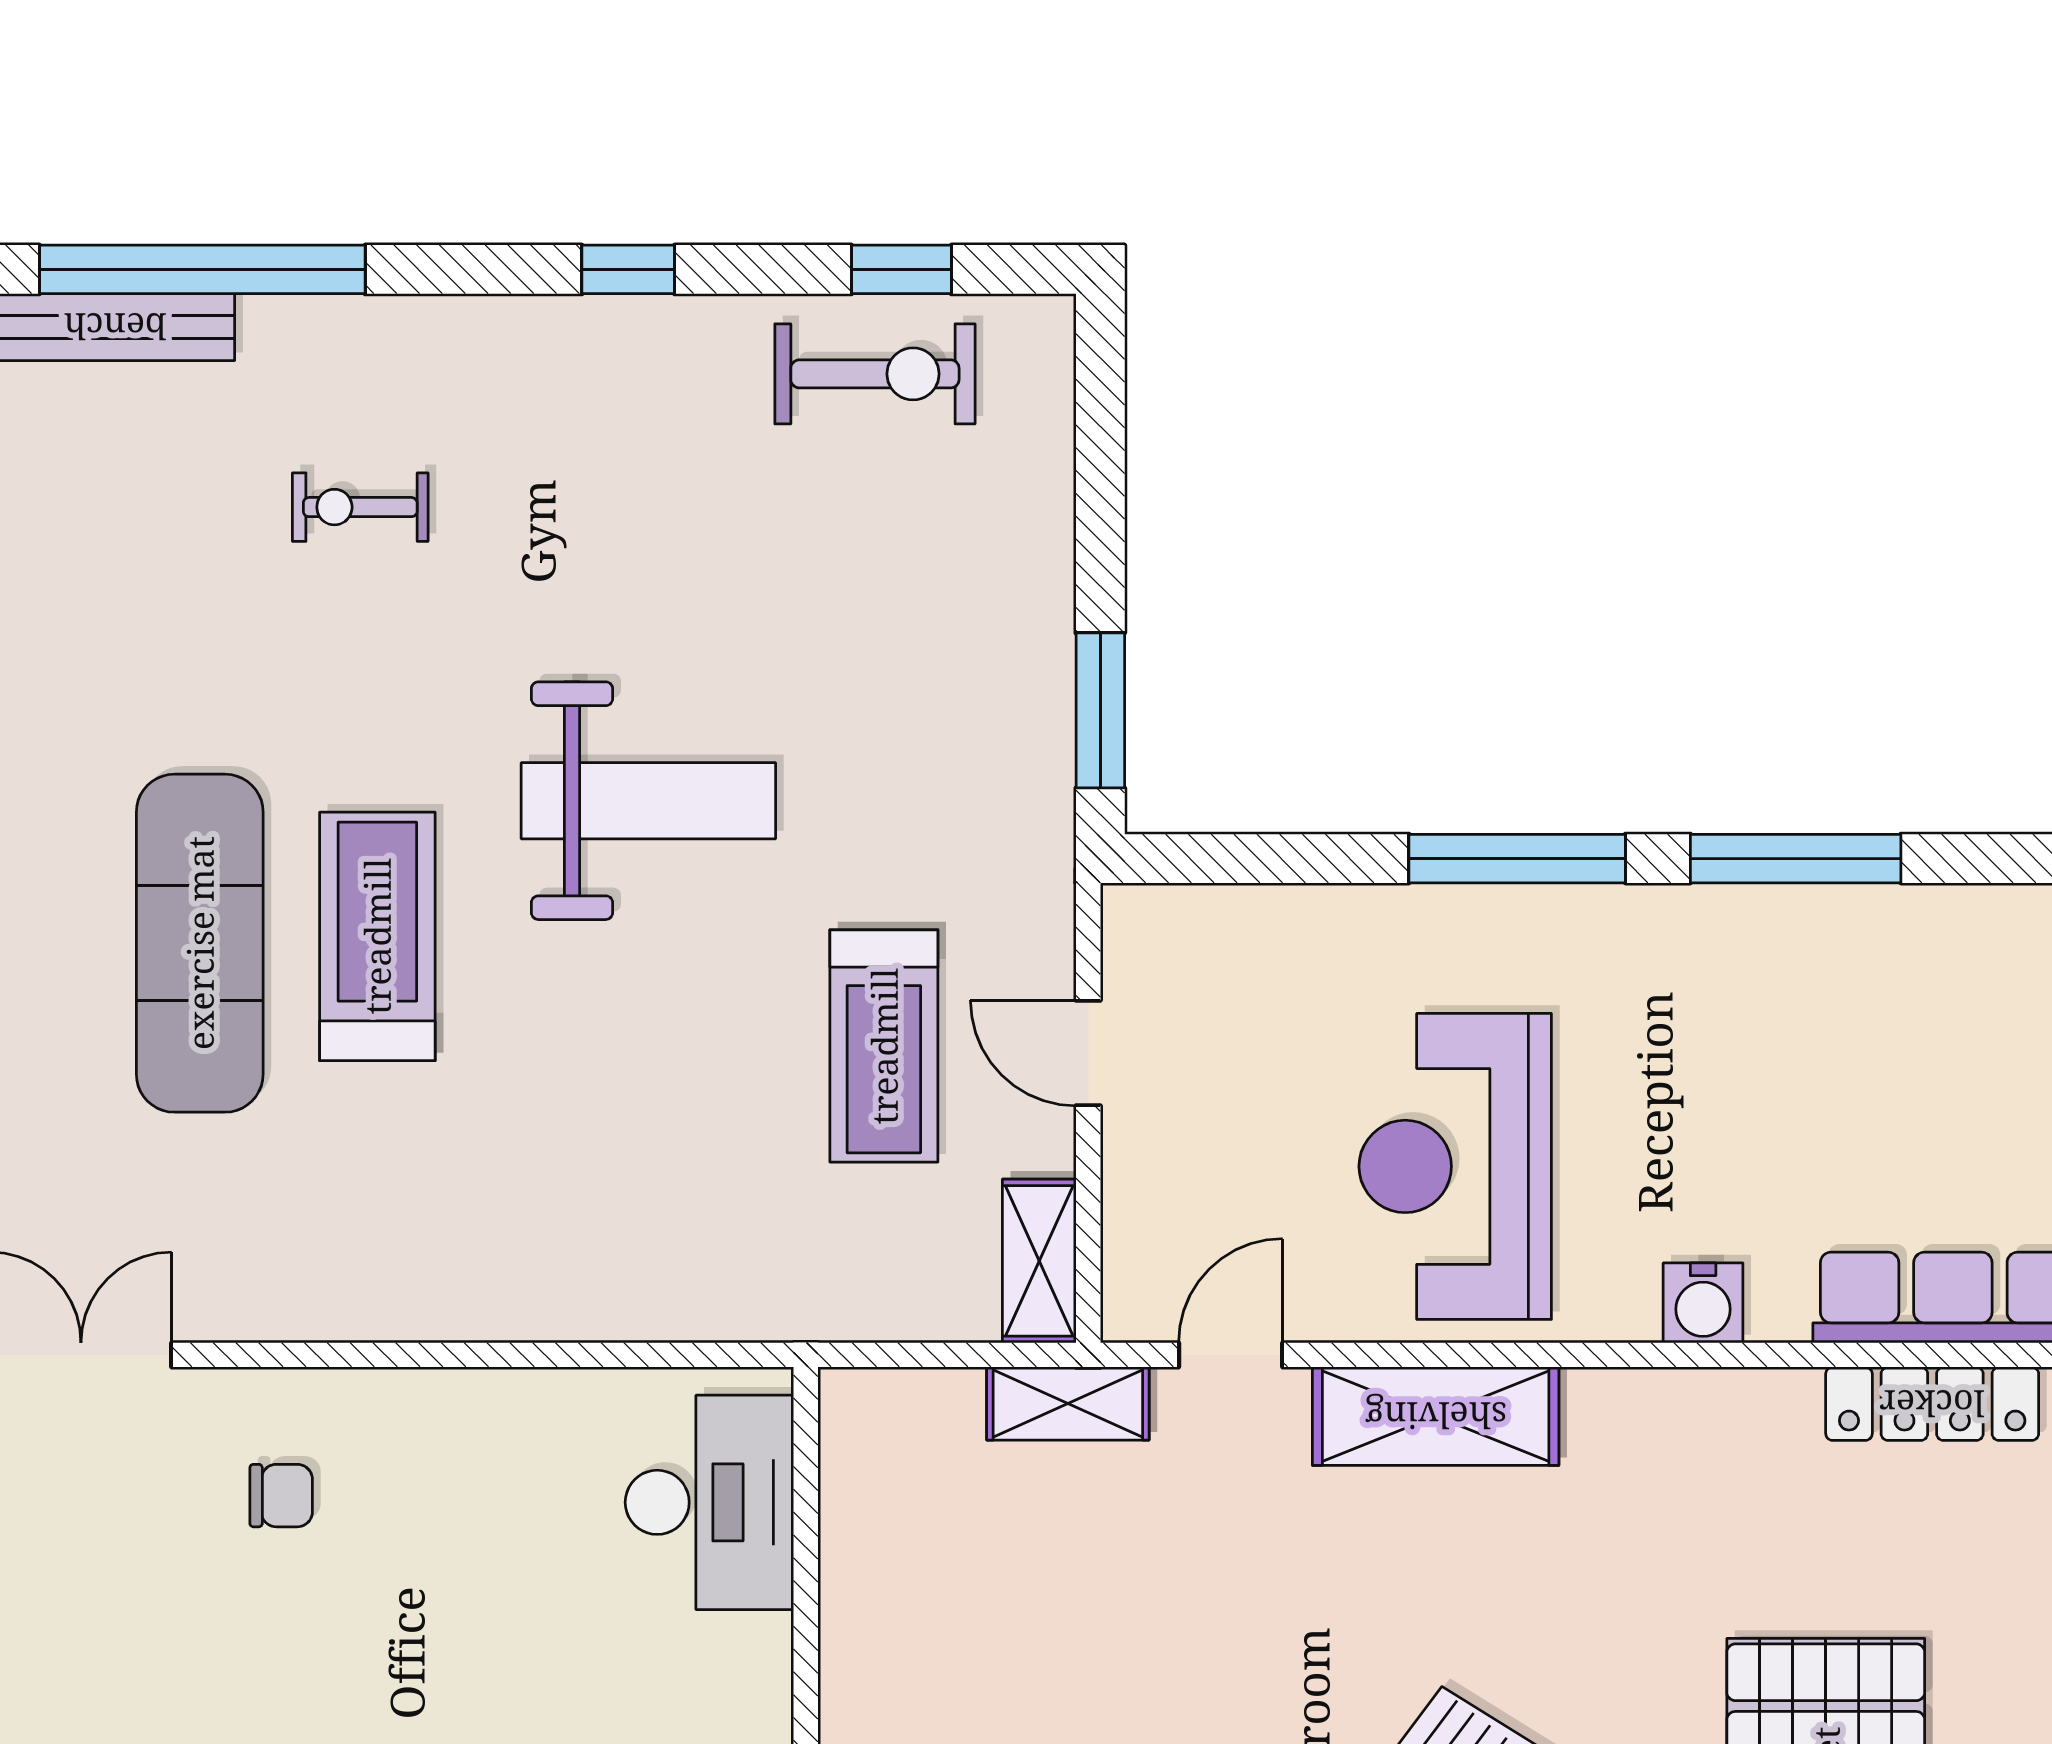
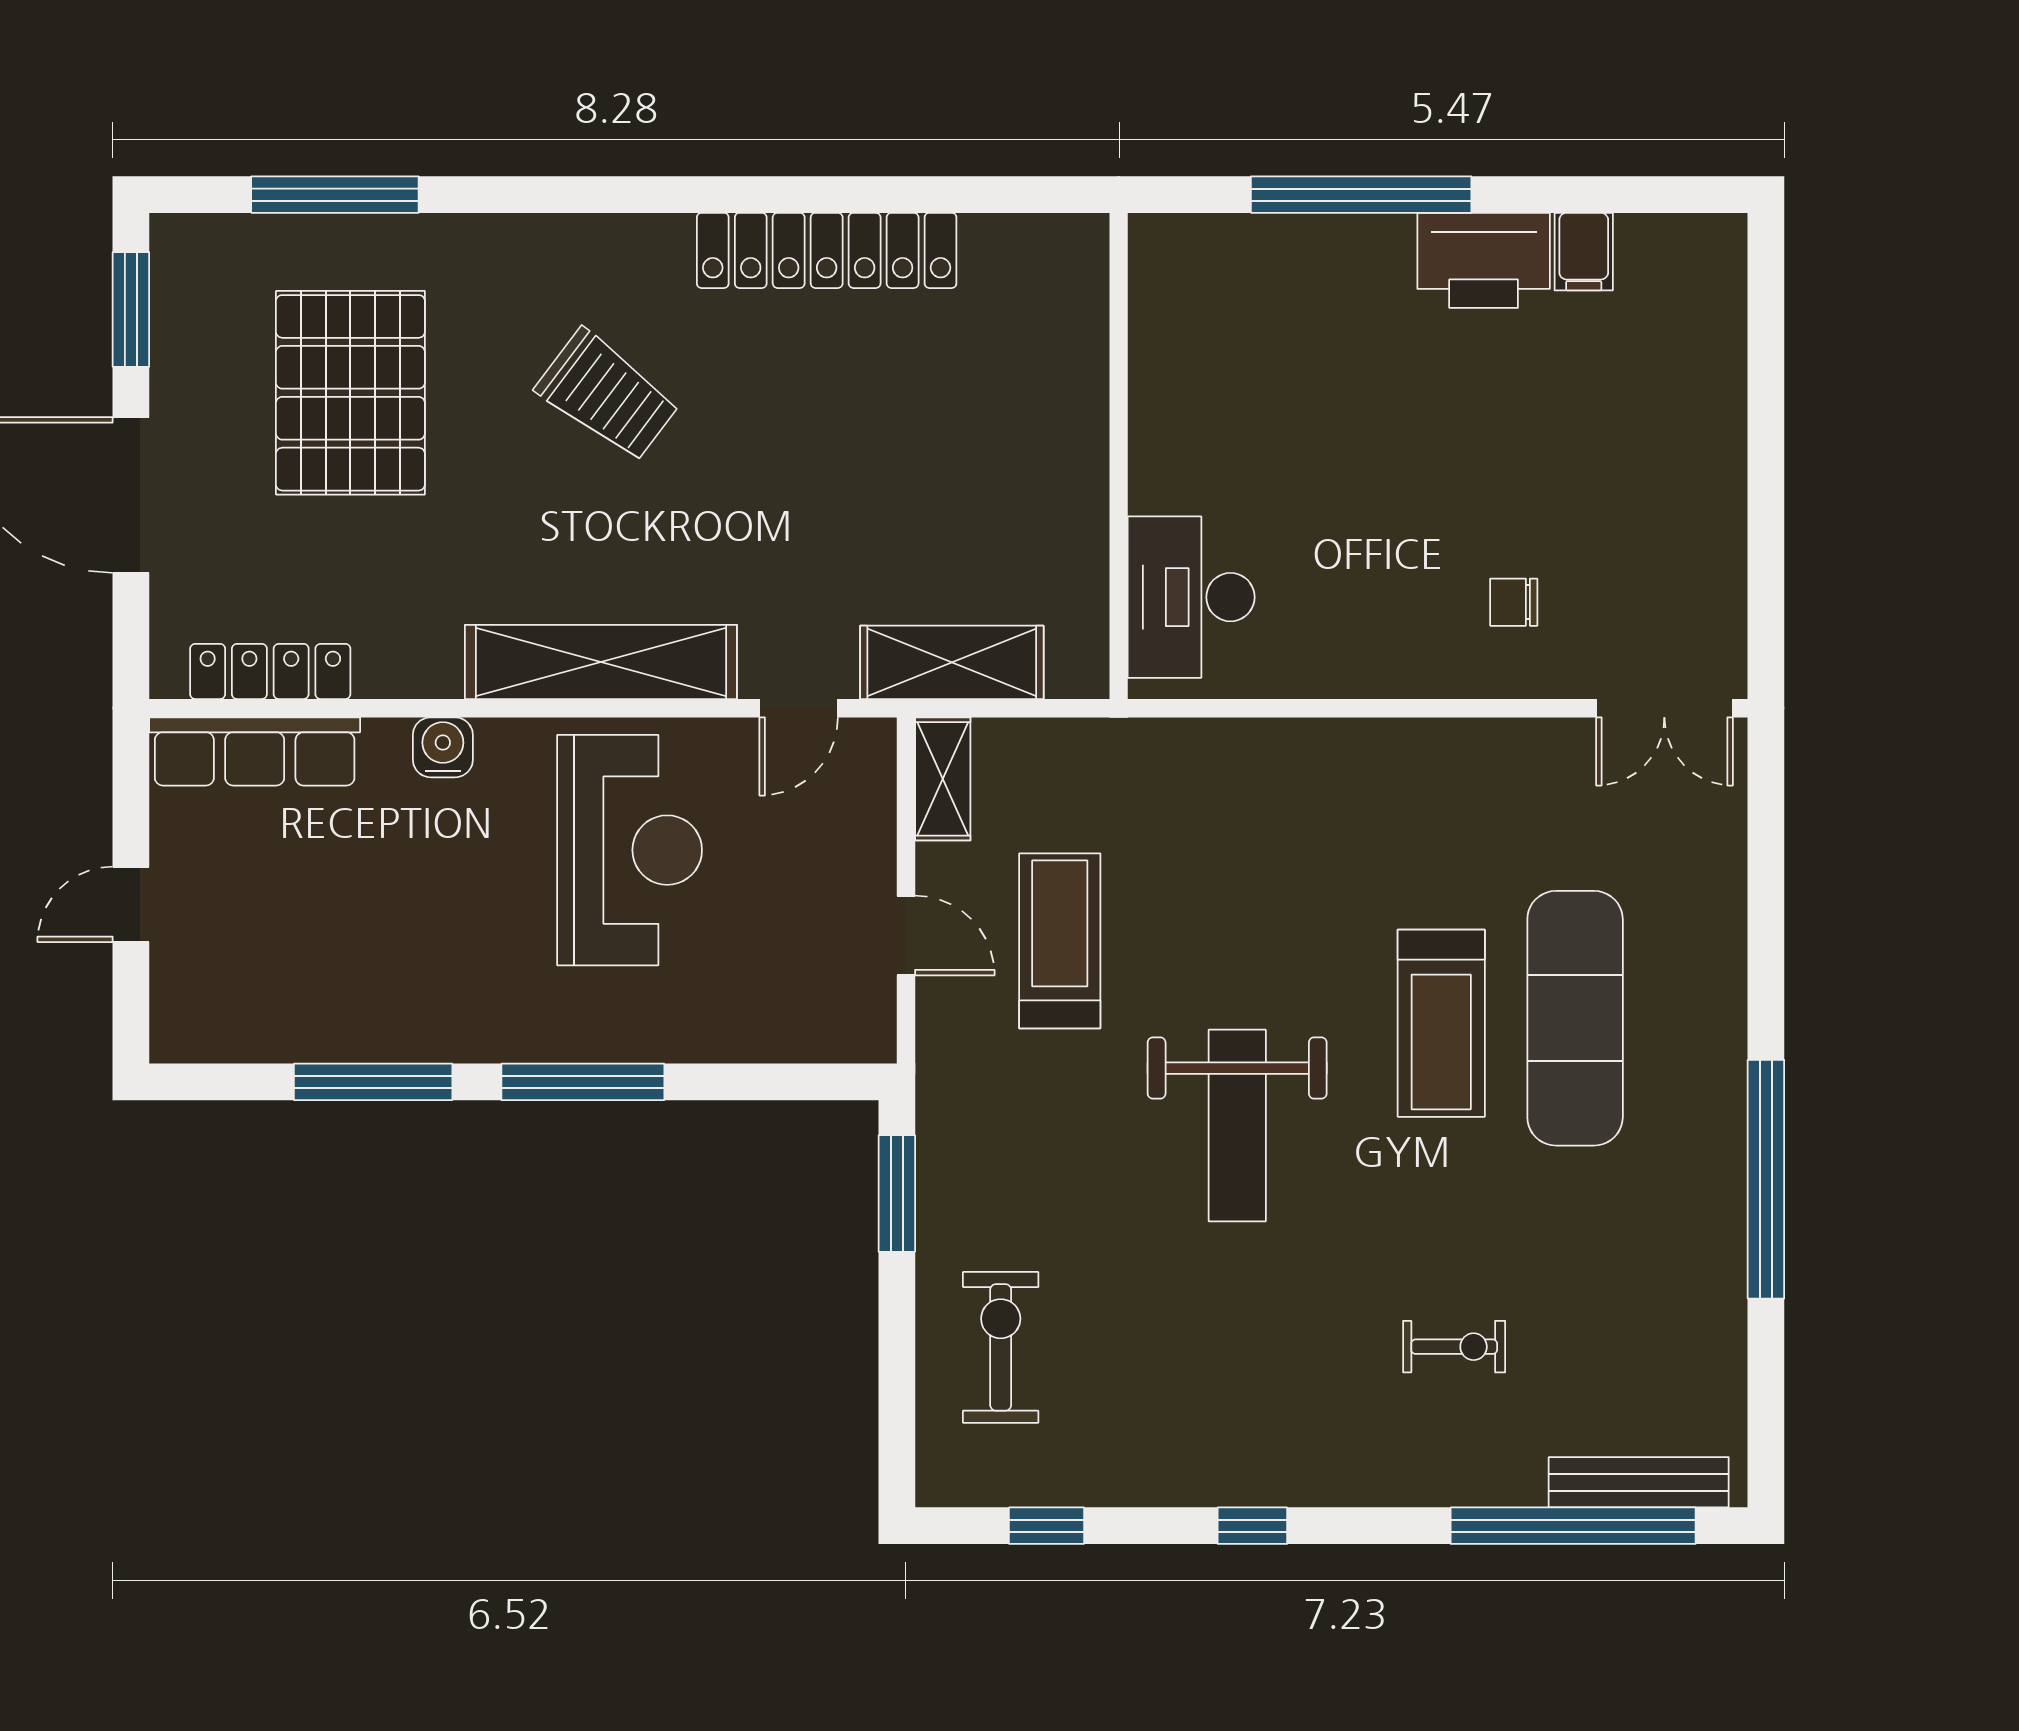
exercise bike: (875, 374) -> (1001, 1347), moved, turned 90
weight bench: (648, 801) -> (1237, 1126), turned -90
shelving: (1068, 1404) -> (952, 662), width x1.50, depth x1.33
shelving: (1436, 1416) -> (601, 662), width x1.47

